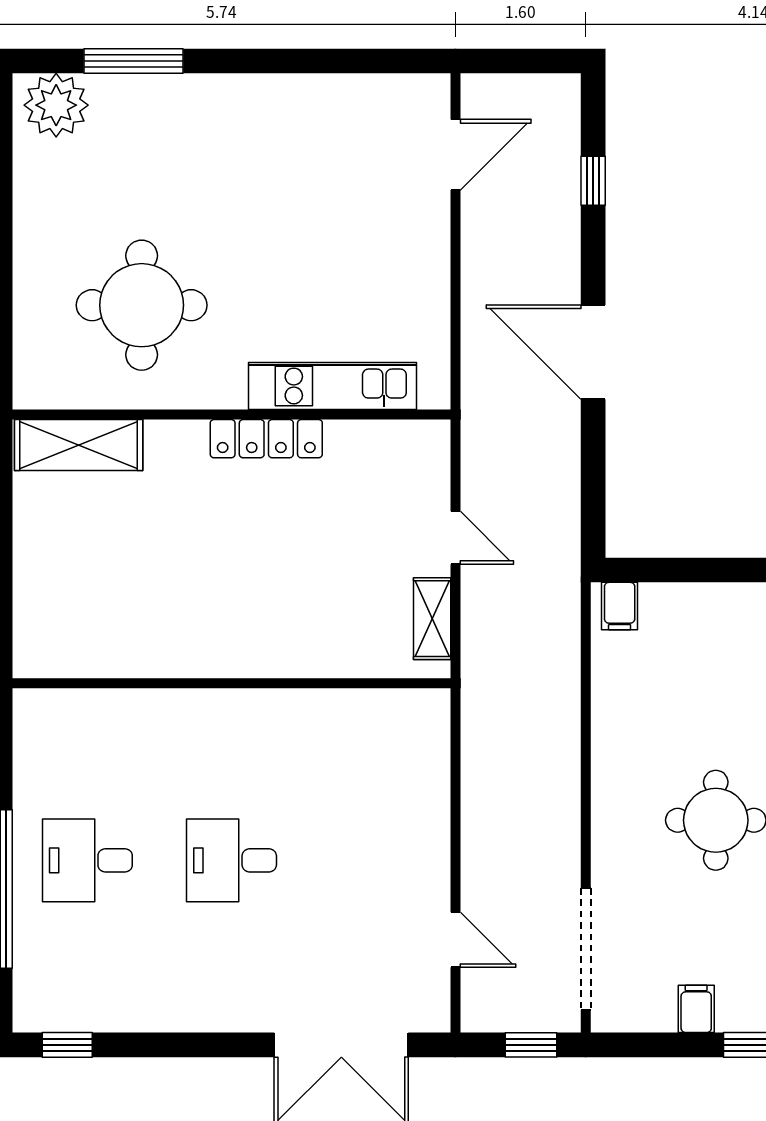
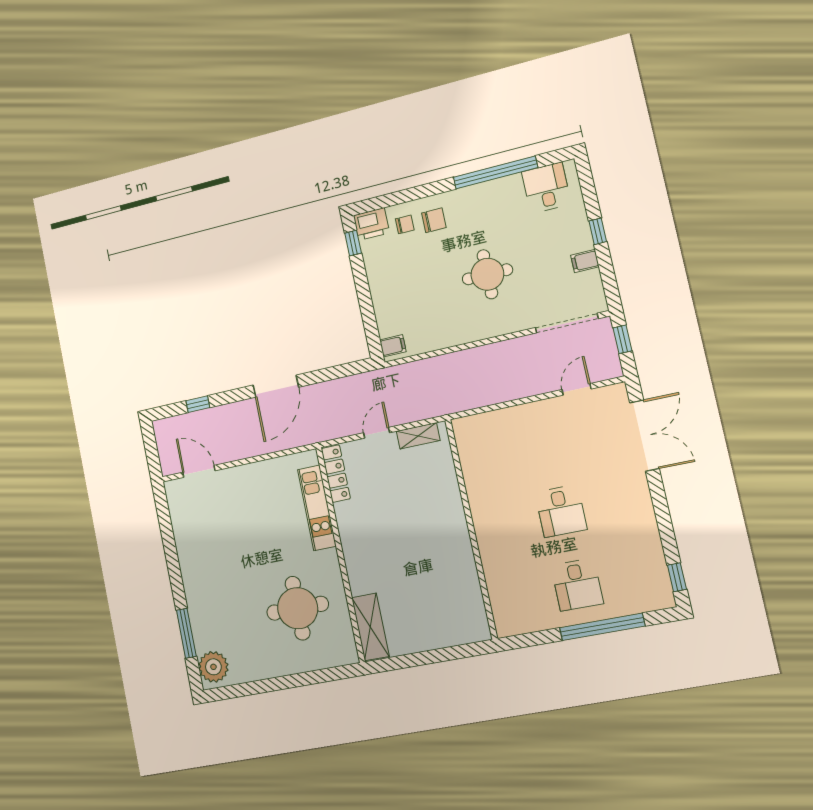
locker: (266, 439) -> (336, 474), moved

